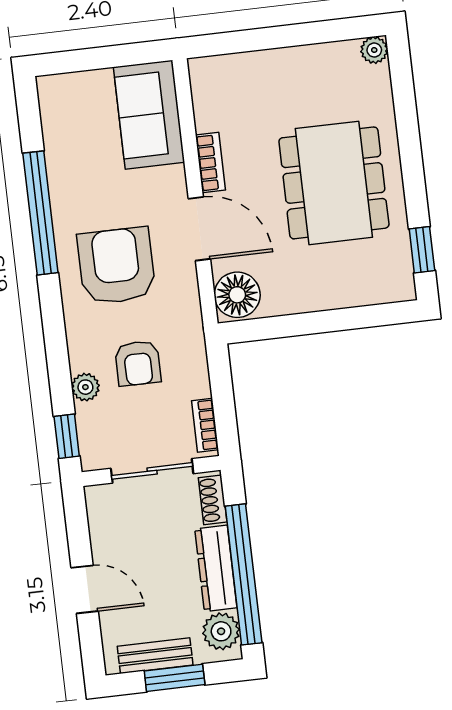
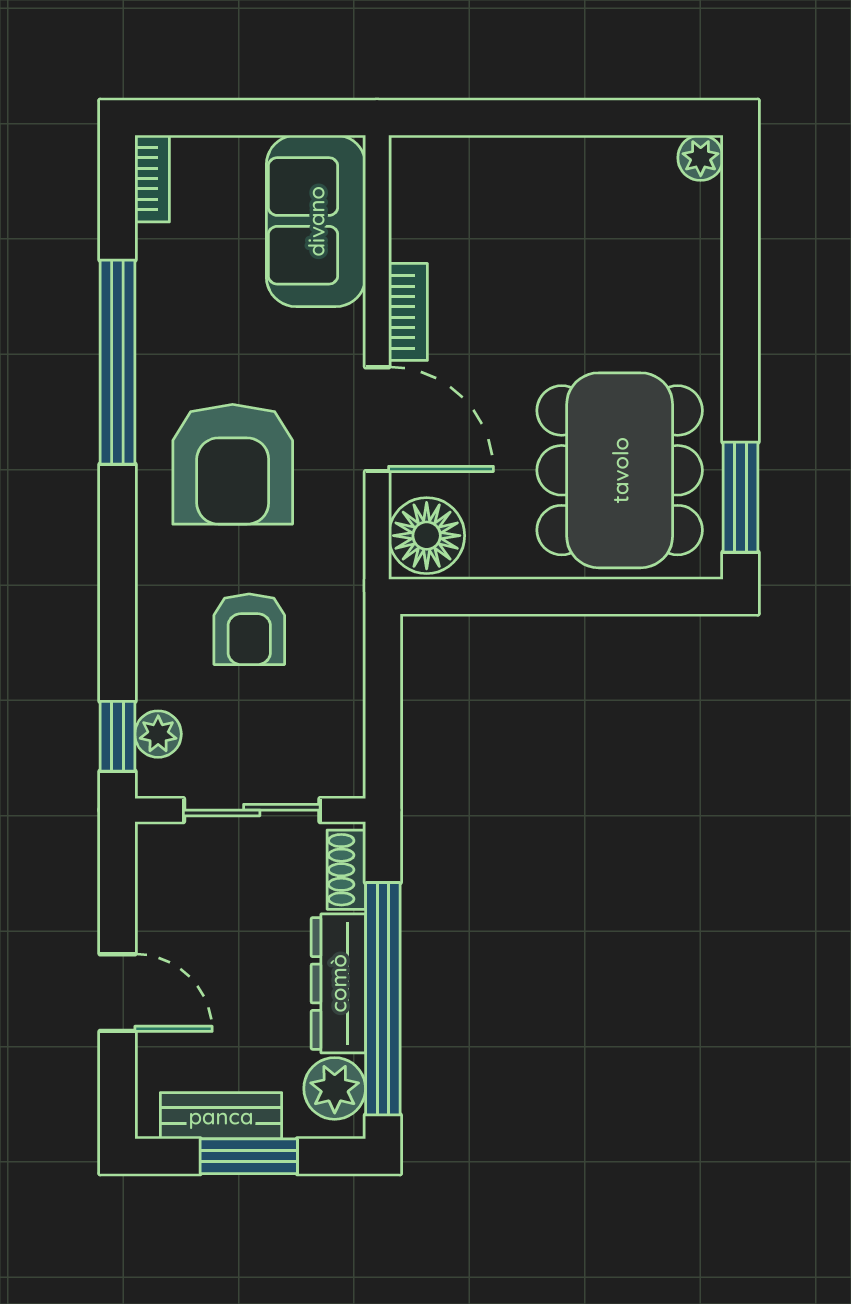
dining table: (334, 183) -> (620, 470), moved
window: (422, 250) -> (741, 497), width x1.50
armchair: (116, 266) -> (233, 464), turned 180
plant: (85, 387) -> (158, 734), moved
bookcase: (205, 425) -> (152, 178), moved, turned 180

